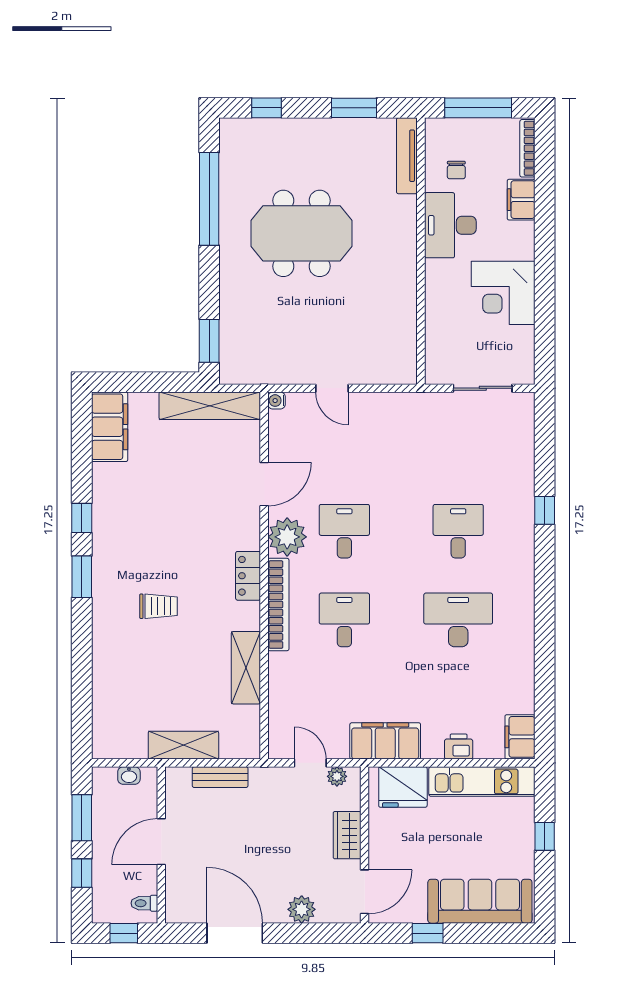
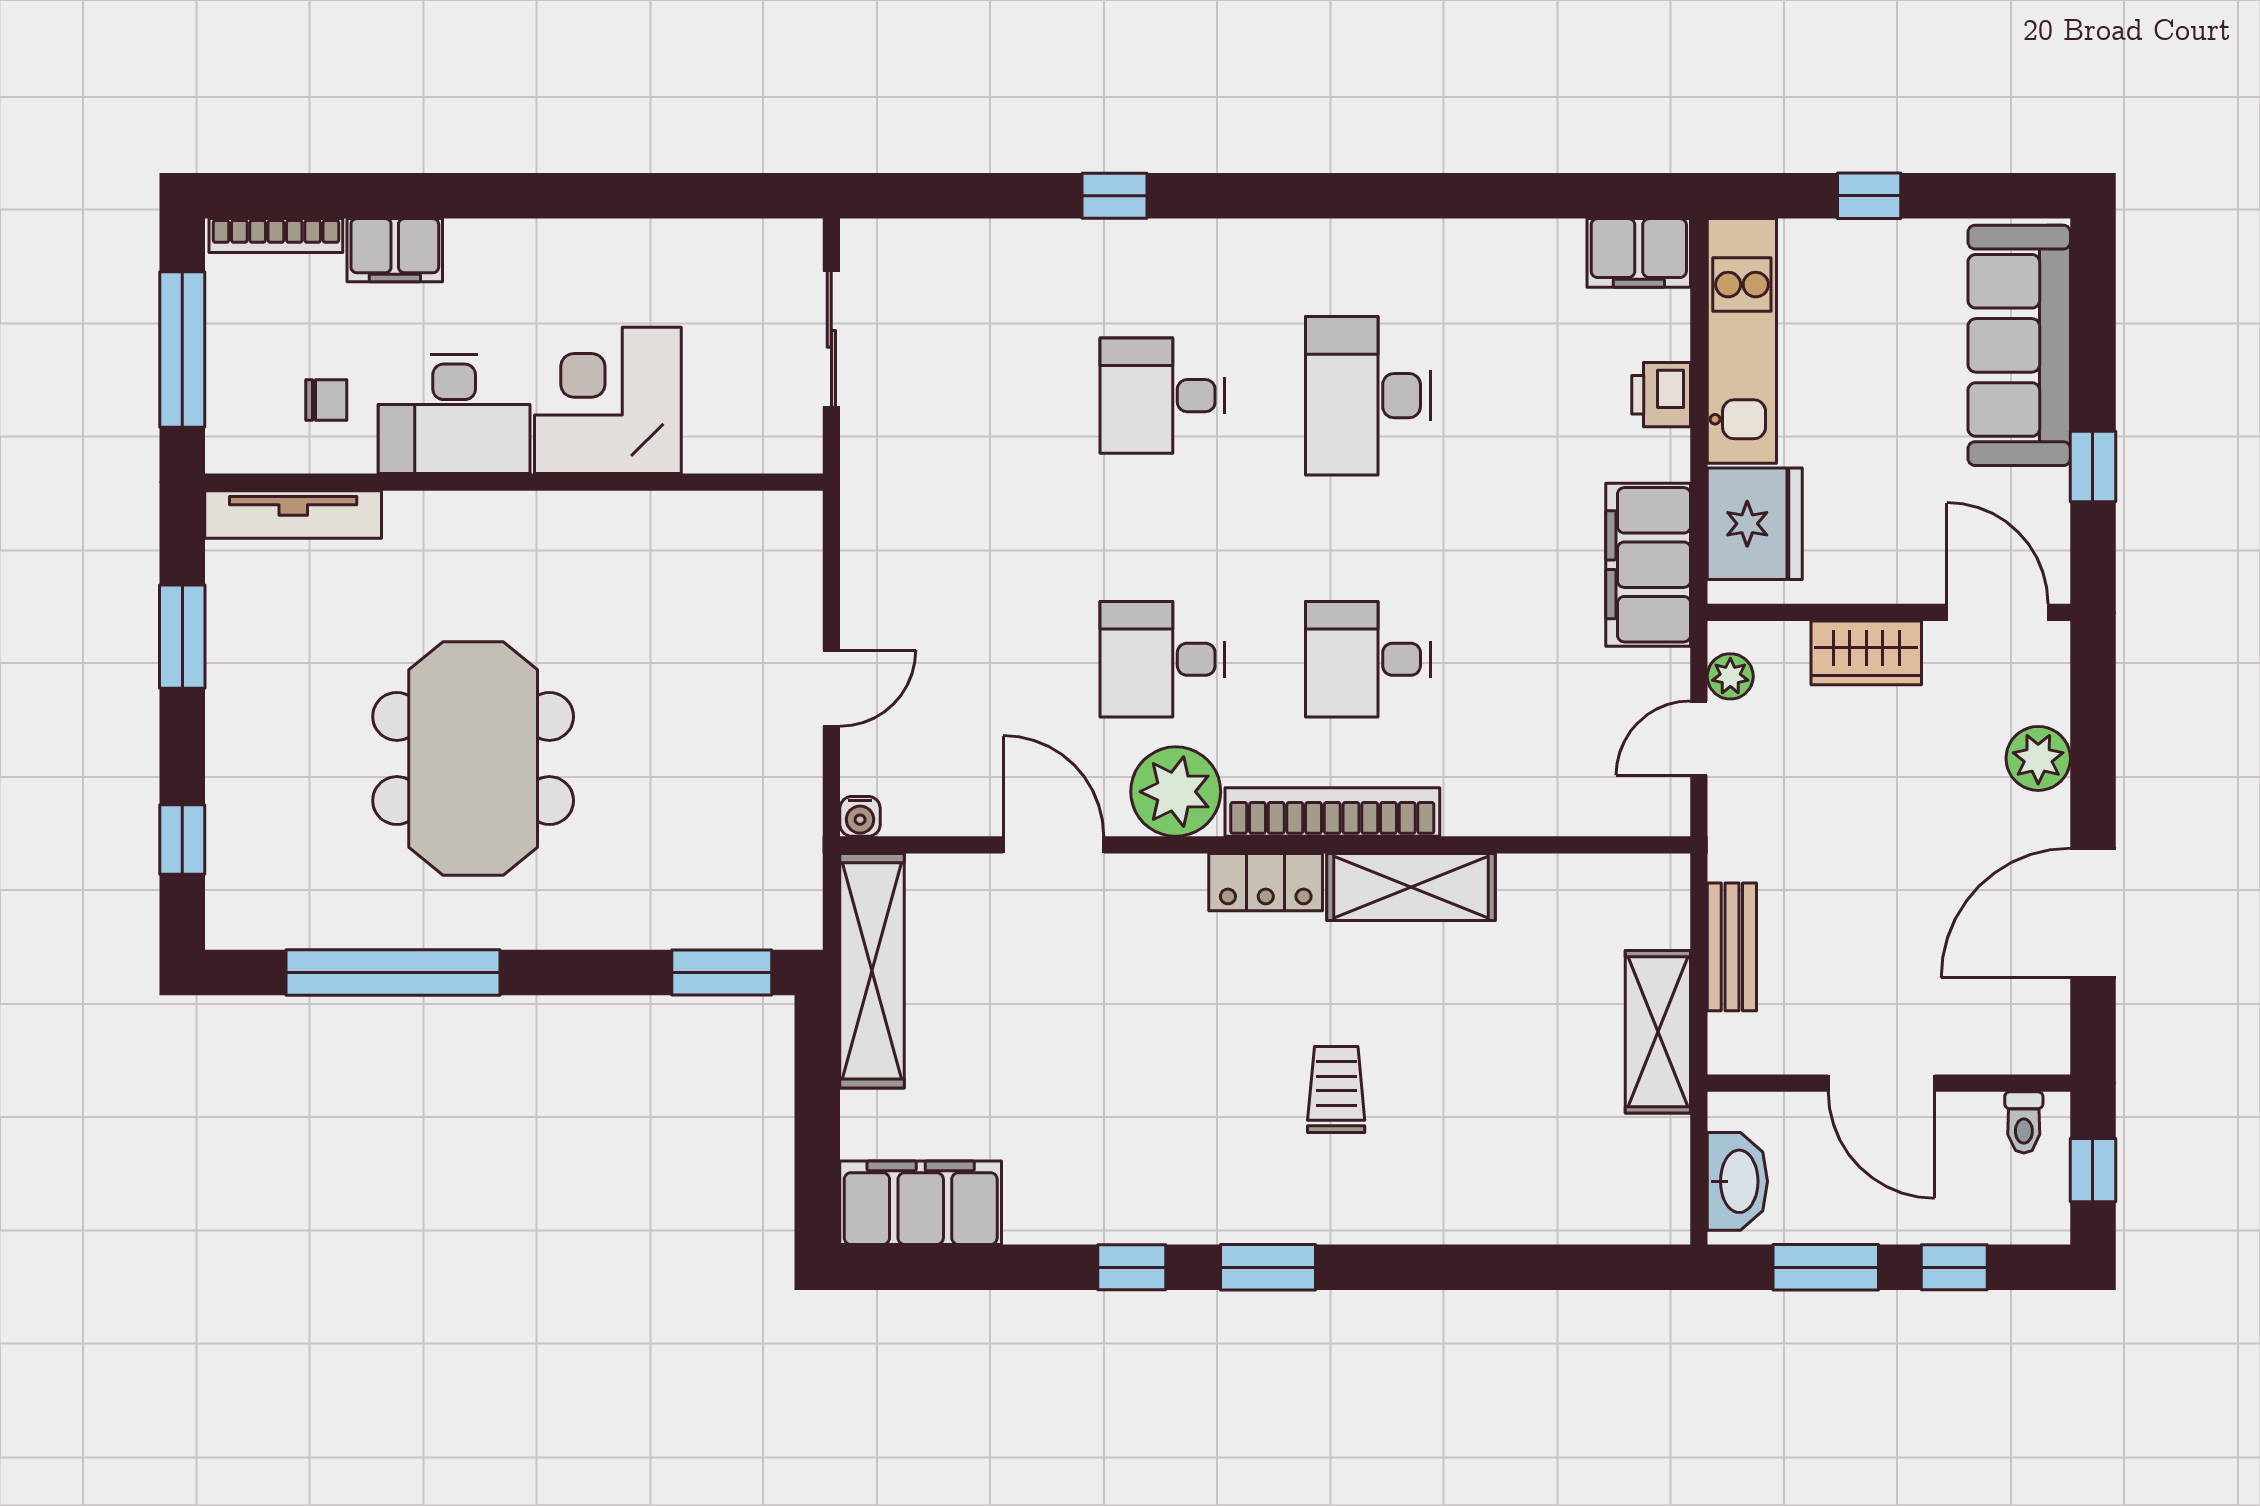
corner desk: (503, 293) -> (608, 400), moved, turned 180
shelving: (246, 668) -> (1411, 887), moved
washbasin: (129, 776) -> (1737, 1181), width x1.91, depth x1.45

